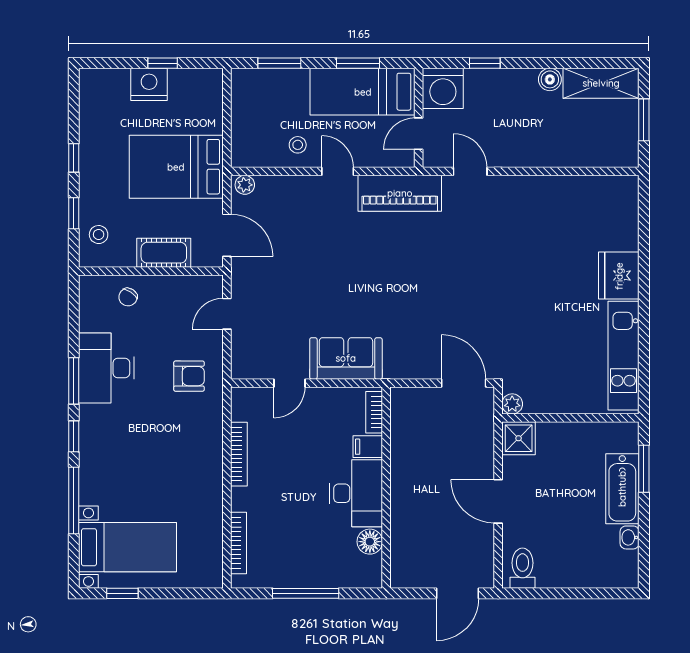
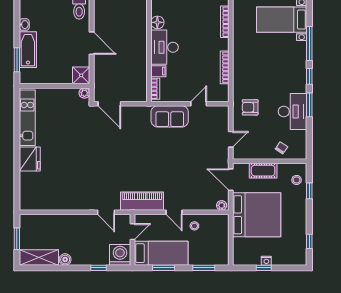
nightstand: (149, 84) -> (266, 261), width x0.53, depth x0.56
window: (74, 158) -> (309, 241), moved
bed: (176, 167) -> (257, 215), width x1.36

